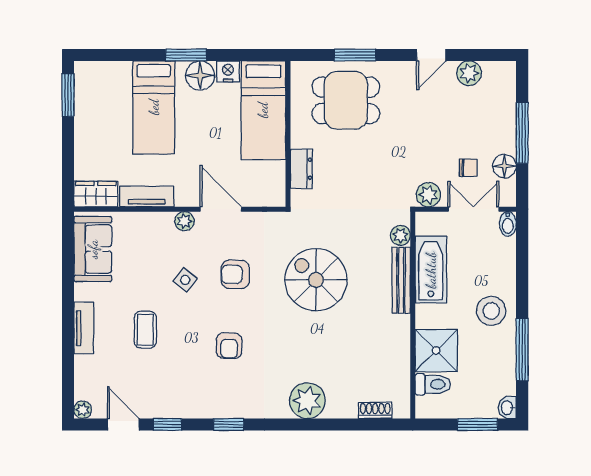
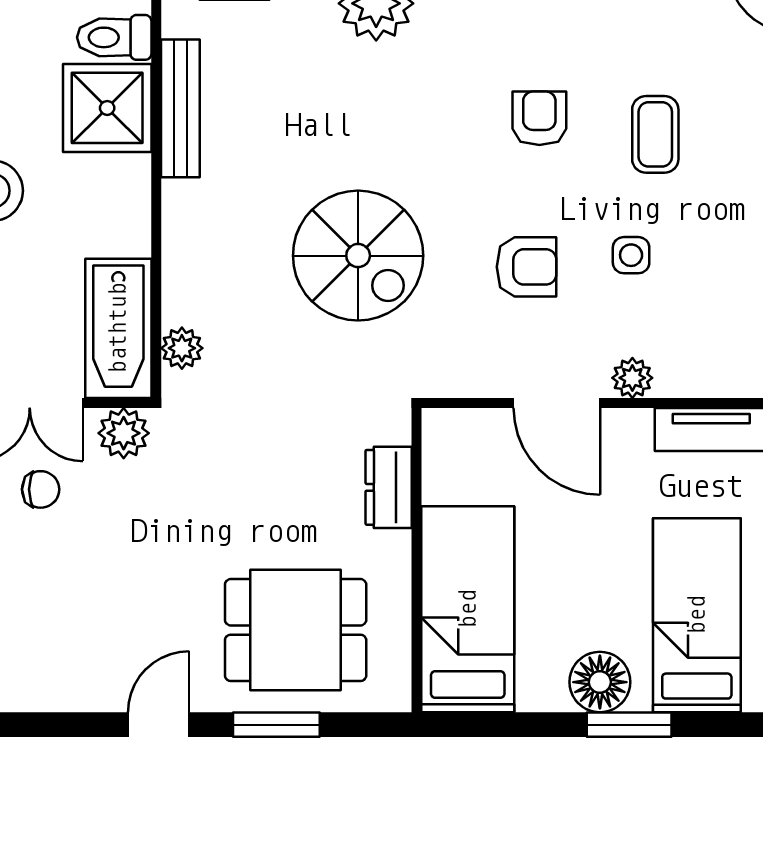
door: (431, 55) -> (159, 725), moved
nightstand: (228, 71) -> (542, 690), removed
plant: (469, 73) -> (39, 687), removed
chair: (468, 168) -> (41, 489), turned 180
bathtub: (431, 270) -> (118, 328), moved
side table: (185, 280) -> (631, 255), turned -38
bench: (401, 280) -> (180, 108), moved
coffee table: (145, 330) -> (655, 134), moved

